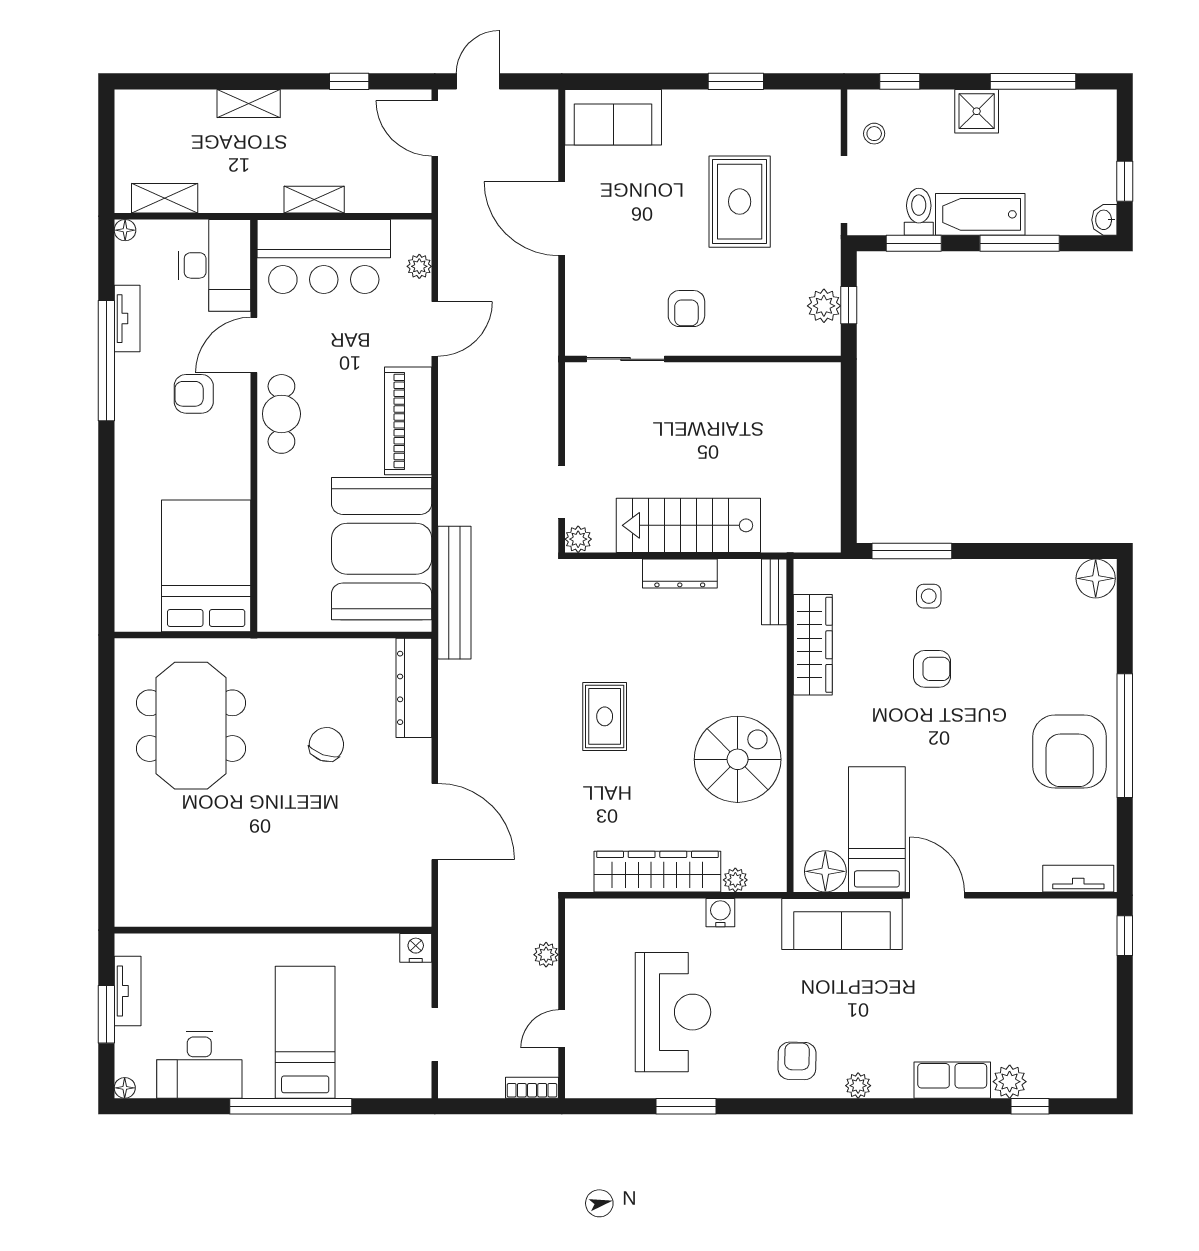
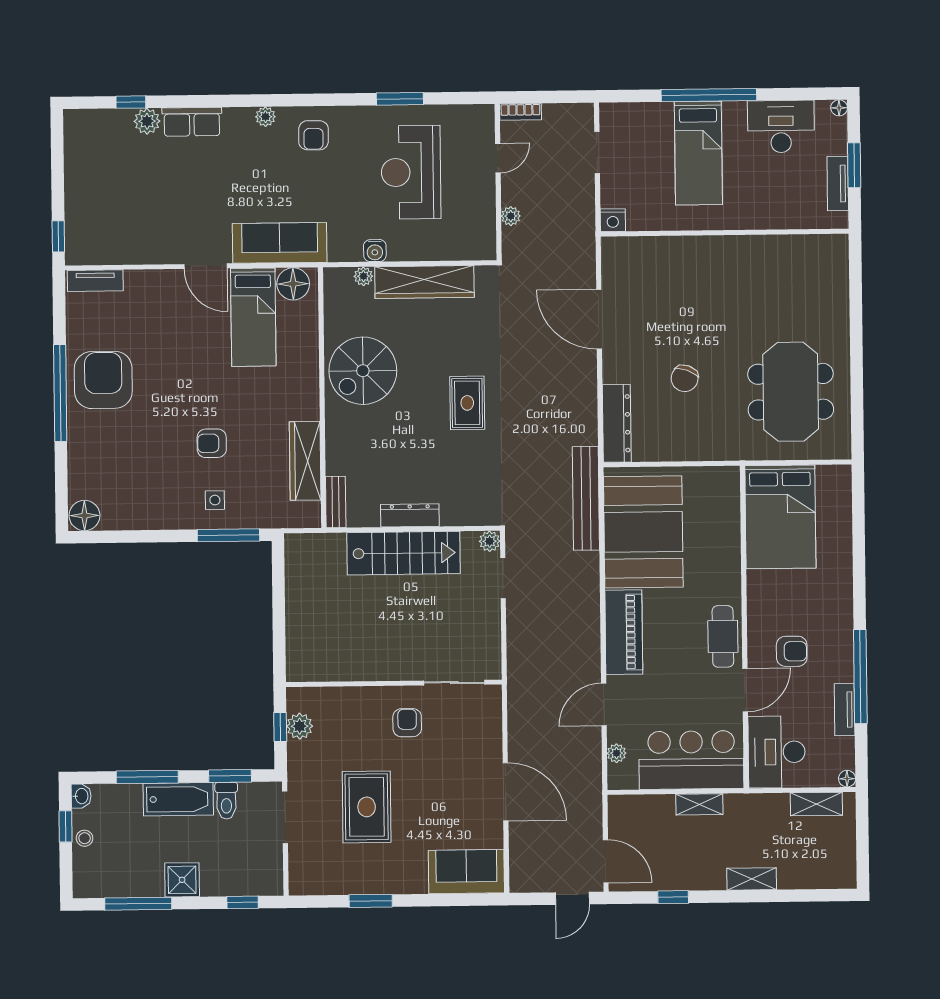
stool: (874, 134) -> (85, 838), moved

